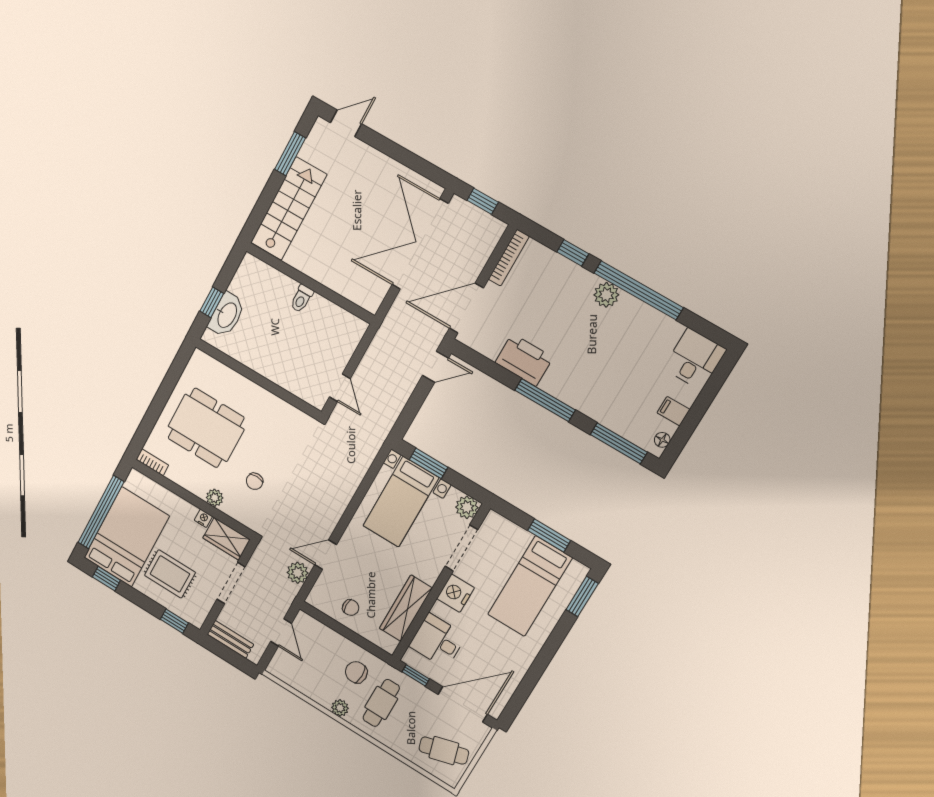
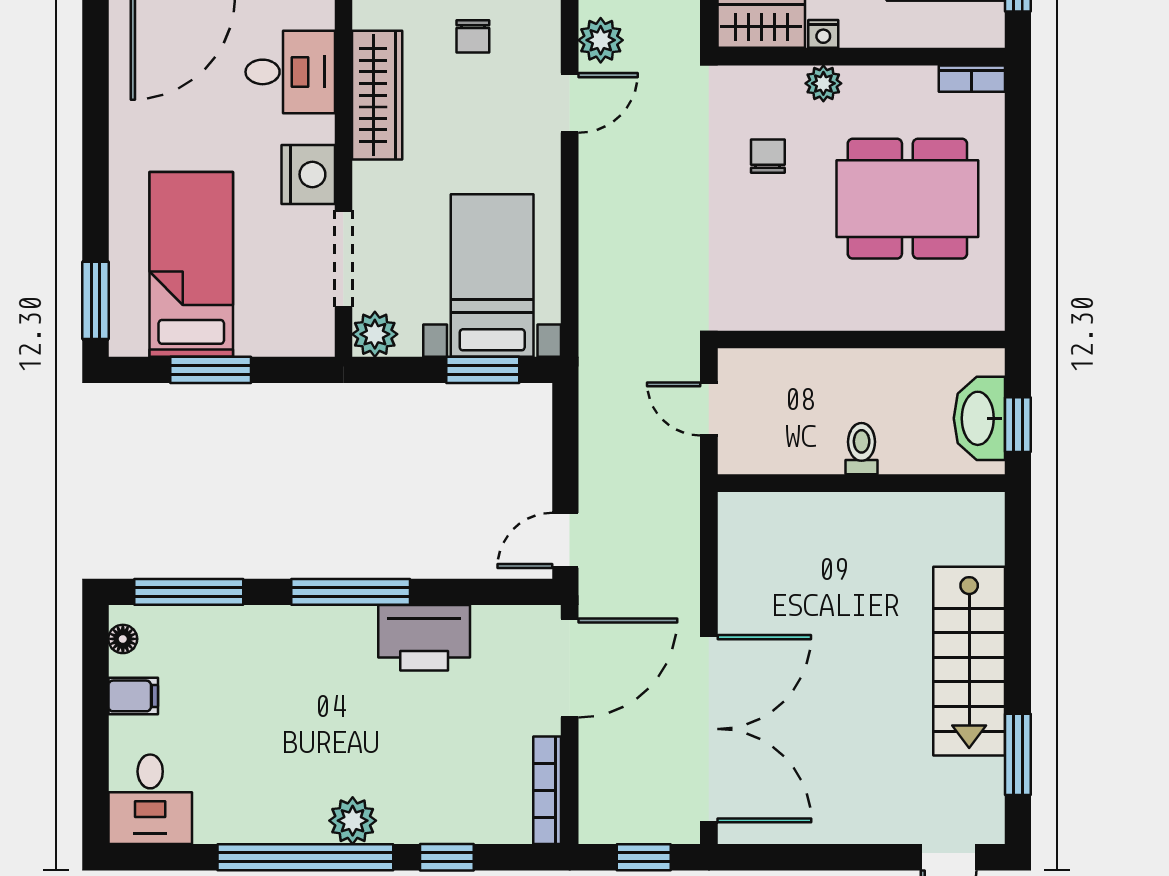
wall: (310, 283) -> (861, 483), moved
toilet: (302, 298) -> (862, 449), moved
chair: (351, 608) -> (473, 36), turned -90

